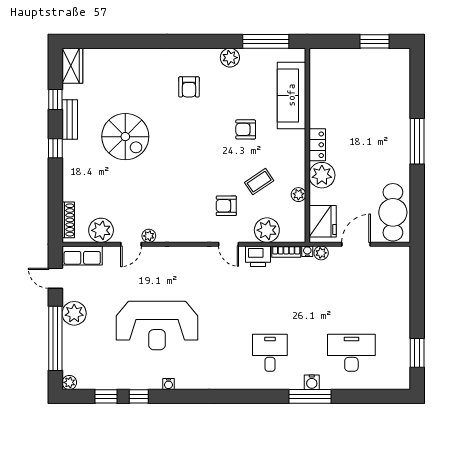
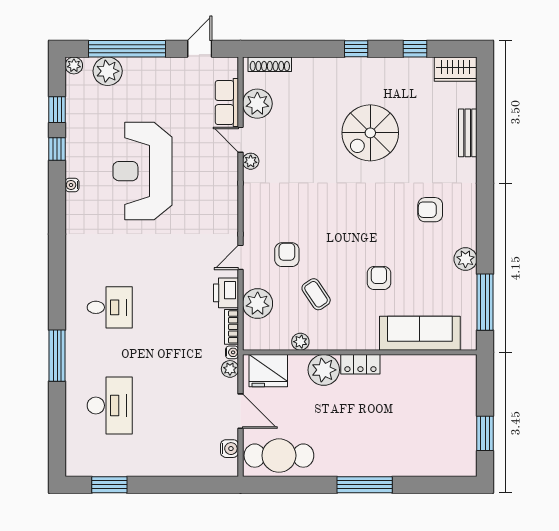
bench: (70, 120) -> (468, 133), moved, turned 90
row of seats: (82, 255) -> (227, 103), moved
plant: (74, 313) -> (108, 71), moved
water cooler: (312, 382) -> (230, 449), moved, turned 180

